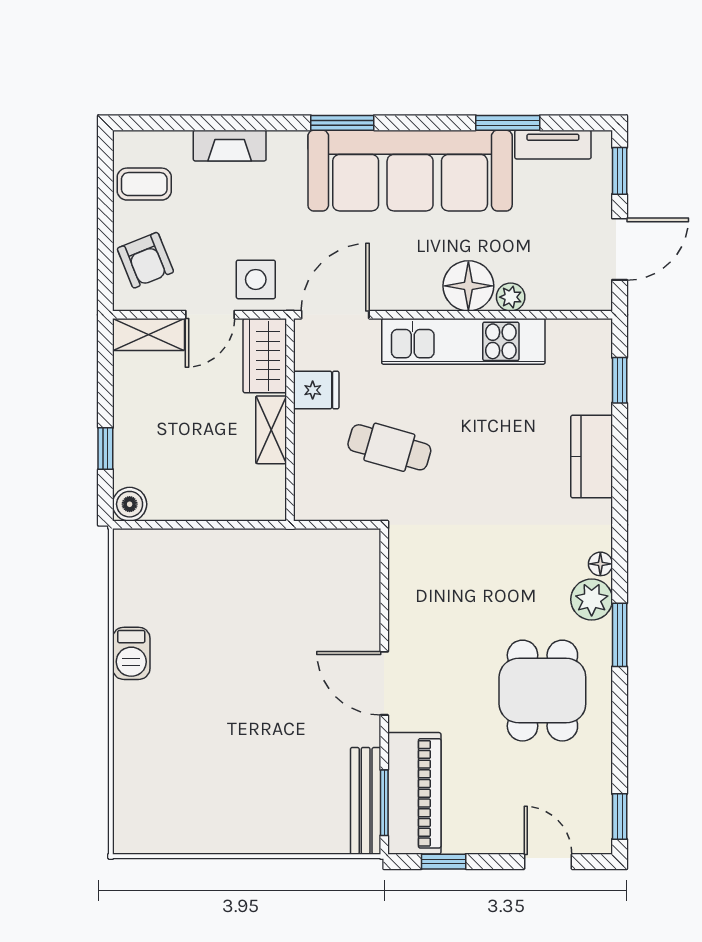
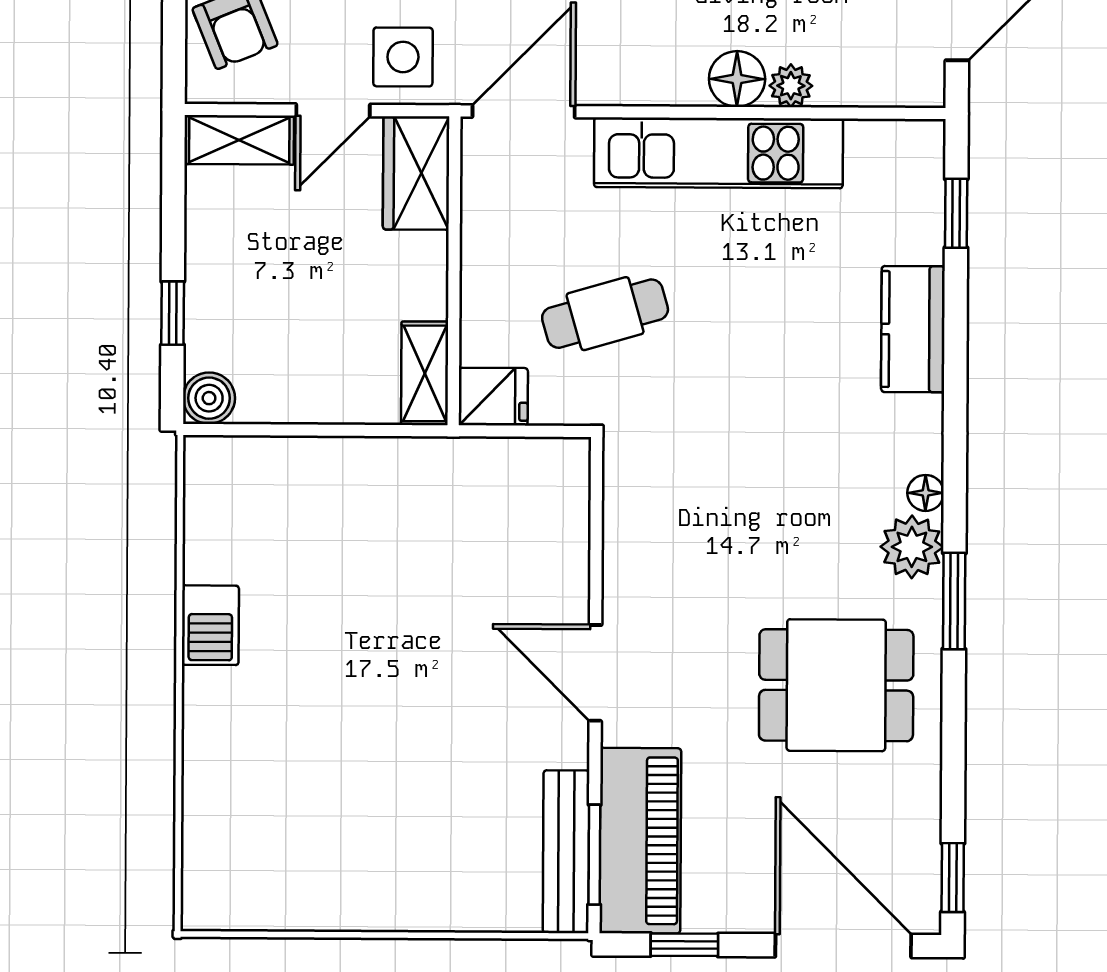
floor lamp: (468, 286) -> (737, 79), width x0.73, depth x0.73
fridge: (316, 390) -> (493, 397), moved
shelving: (271, 430) -> (425, 373), moved
cafe table: (389, 447) -> (605, 314), turned -32
dining table: (542, 691) -> (836, 685), turned 90
door: (548, 862) -> (843, 946), width x1.87

